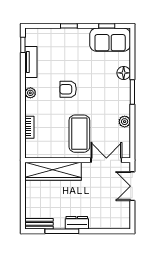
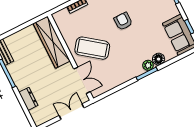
plant: (125, 122) -> (148, 65), moved
coffee table: (79, 134) -> (92, 48), turned 37
dresser: (77, 223) -> (28, 99), moved

